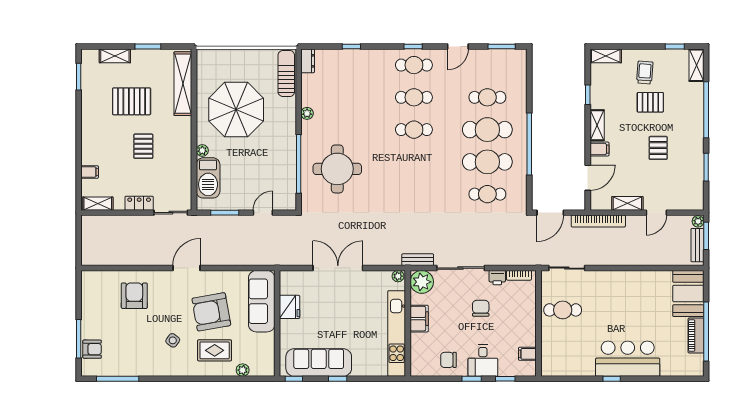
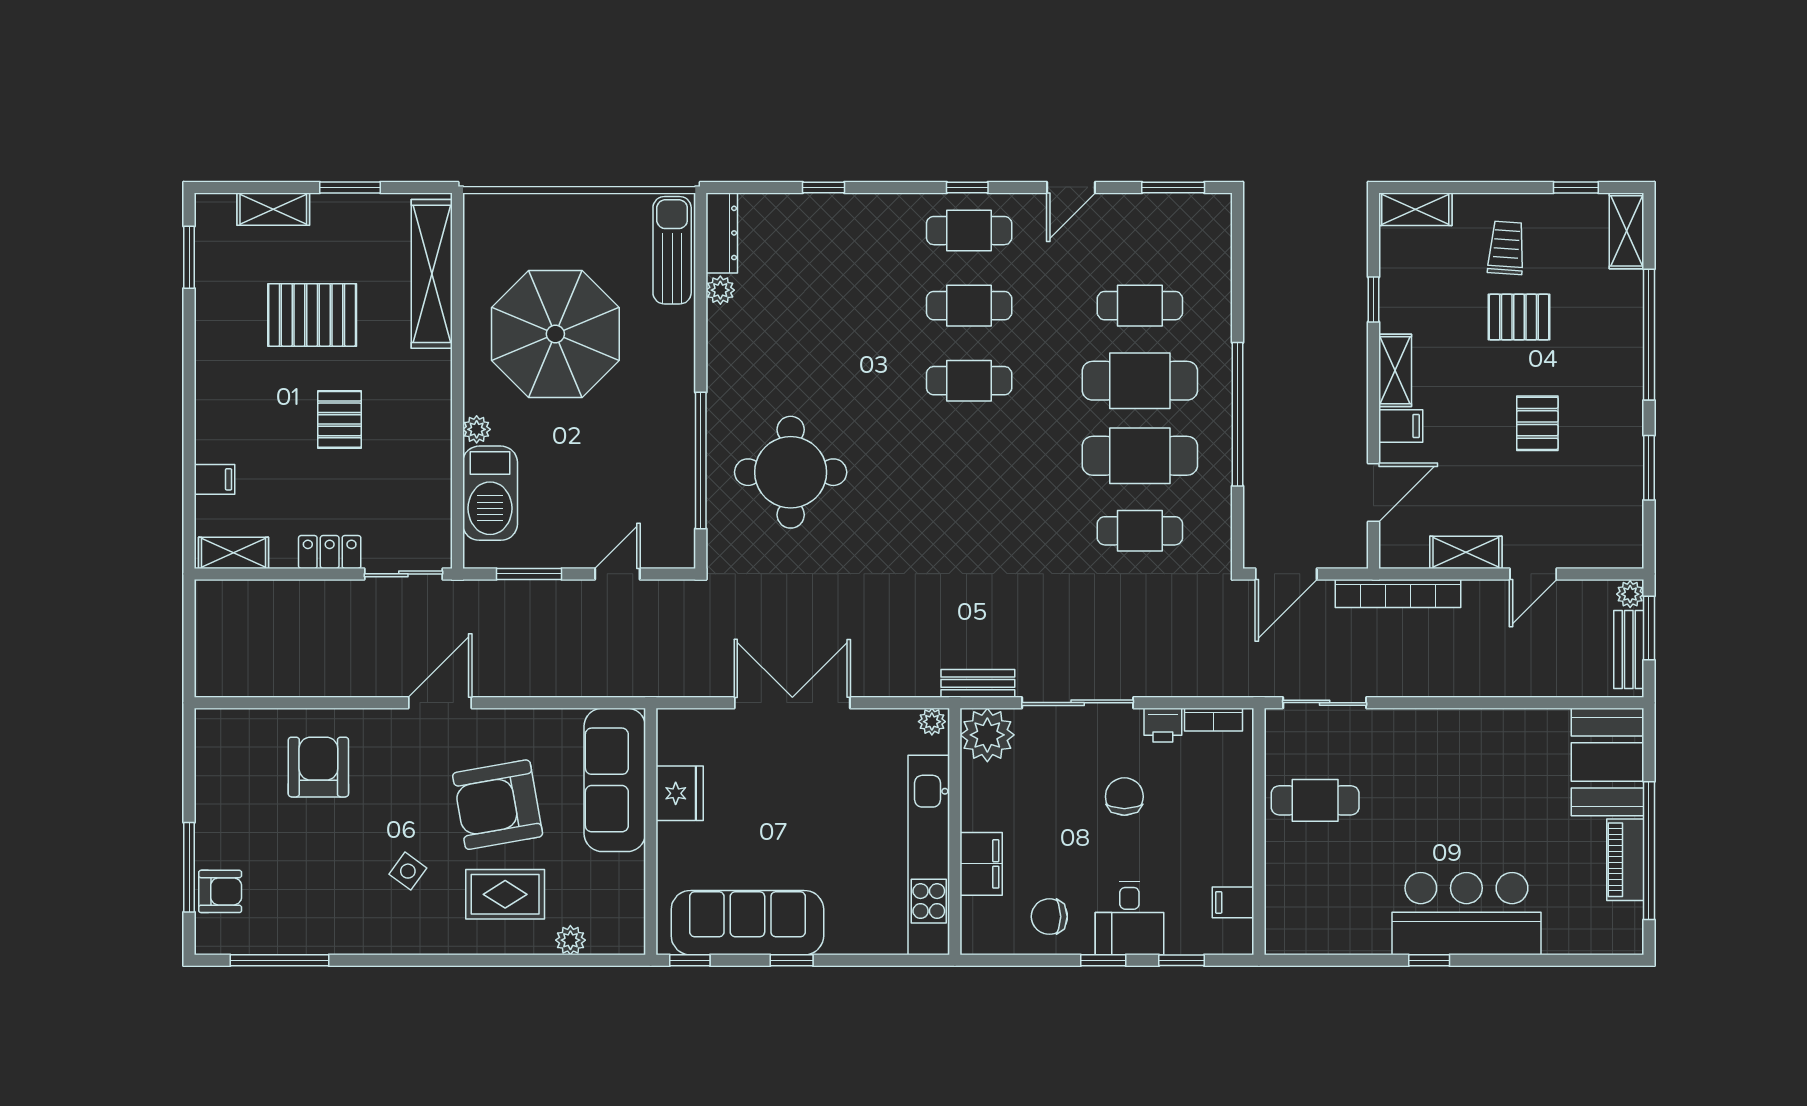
dresser: (308, 61) -> (722, 233), width x1.44
plant: (307, 113) -> (720, 290), moved
filing cabinet: (419, 319) -> (981, 864), moved

